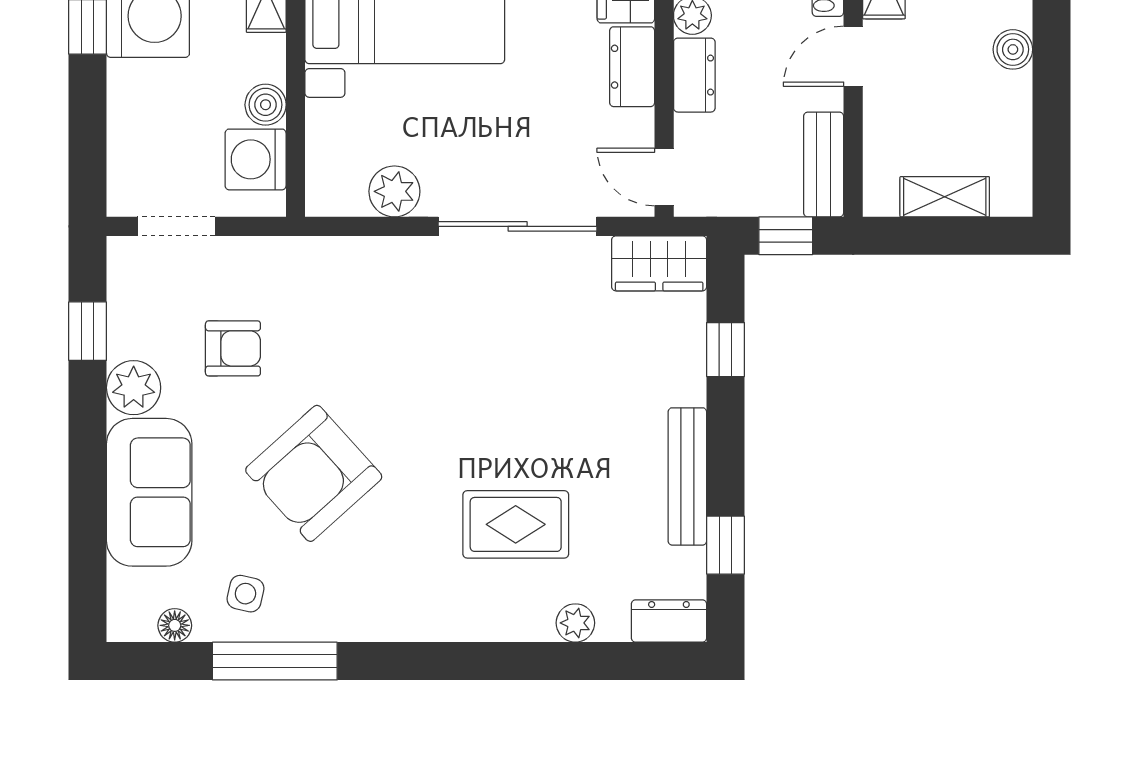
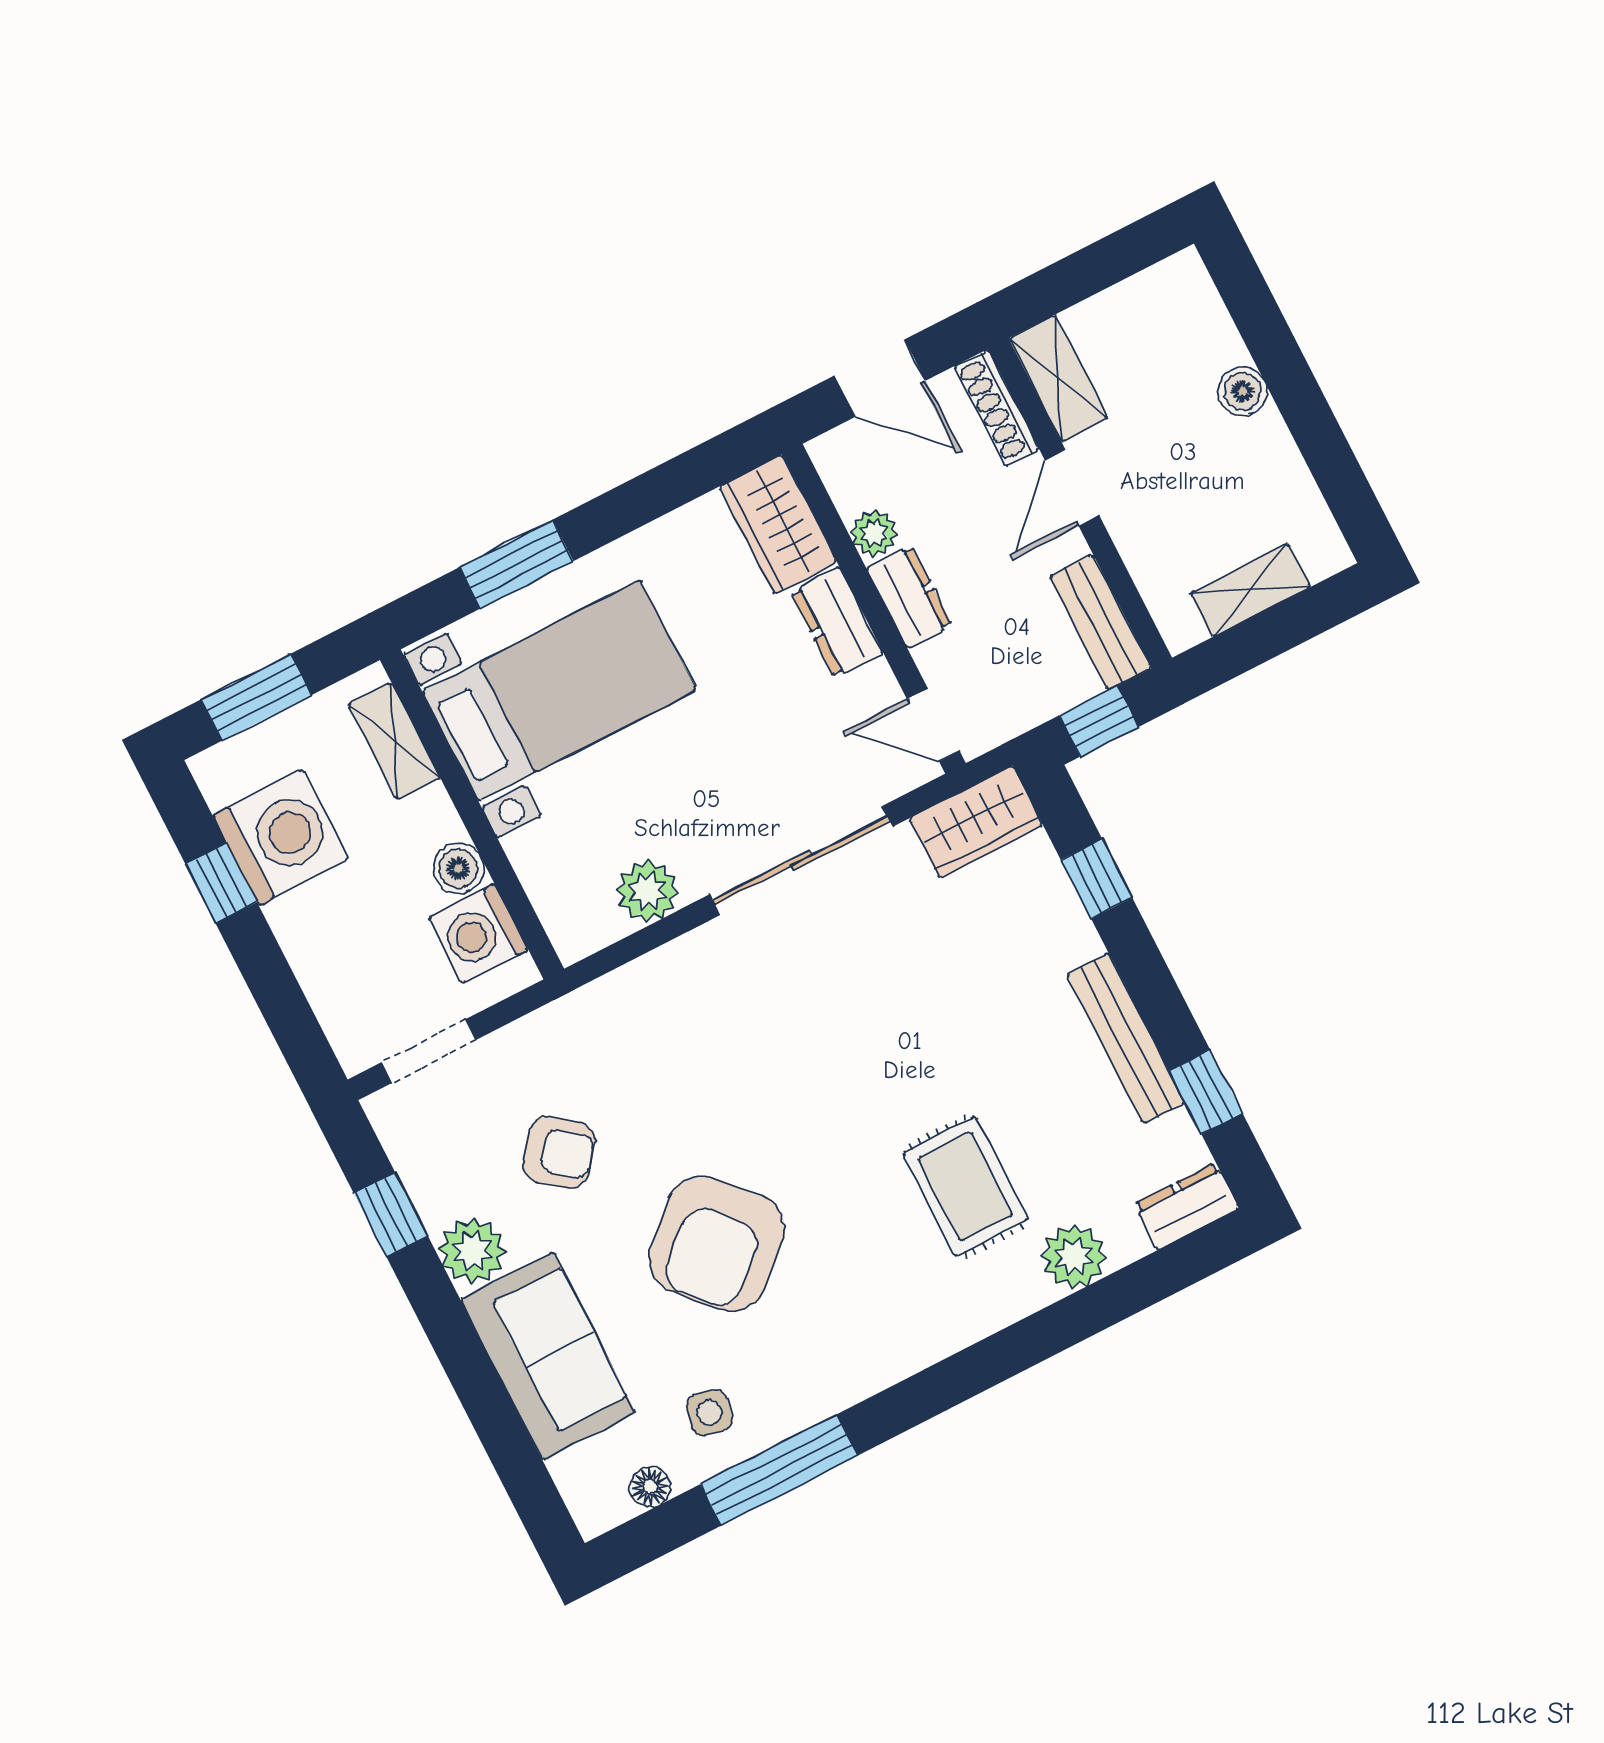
armchair: (233, 348) -> (559, 1152), turned 39
rug: (516, 524) -> (965, 1186), turned 90
plant: (575, 623) -> (1074, 1257), width x1.38, depth x1.38

